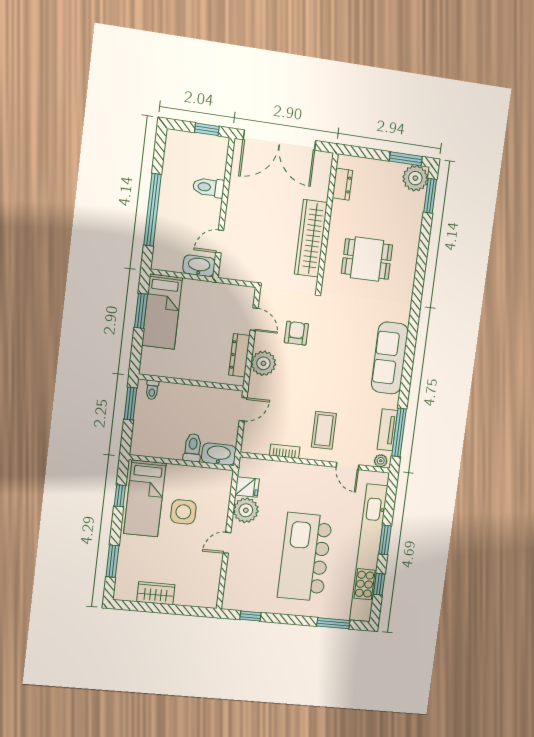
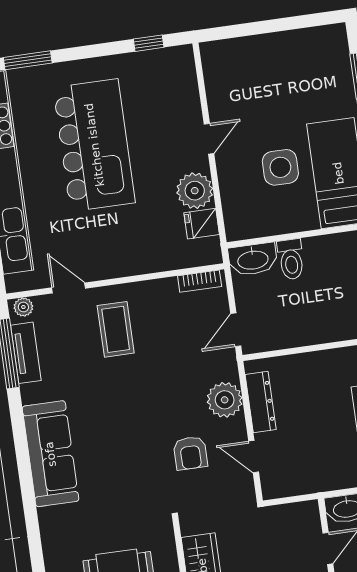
bookcase: (285, 451) -> (200, 281), moved
wardrobe: (156, 593) -> (289, 45), removed

